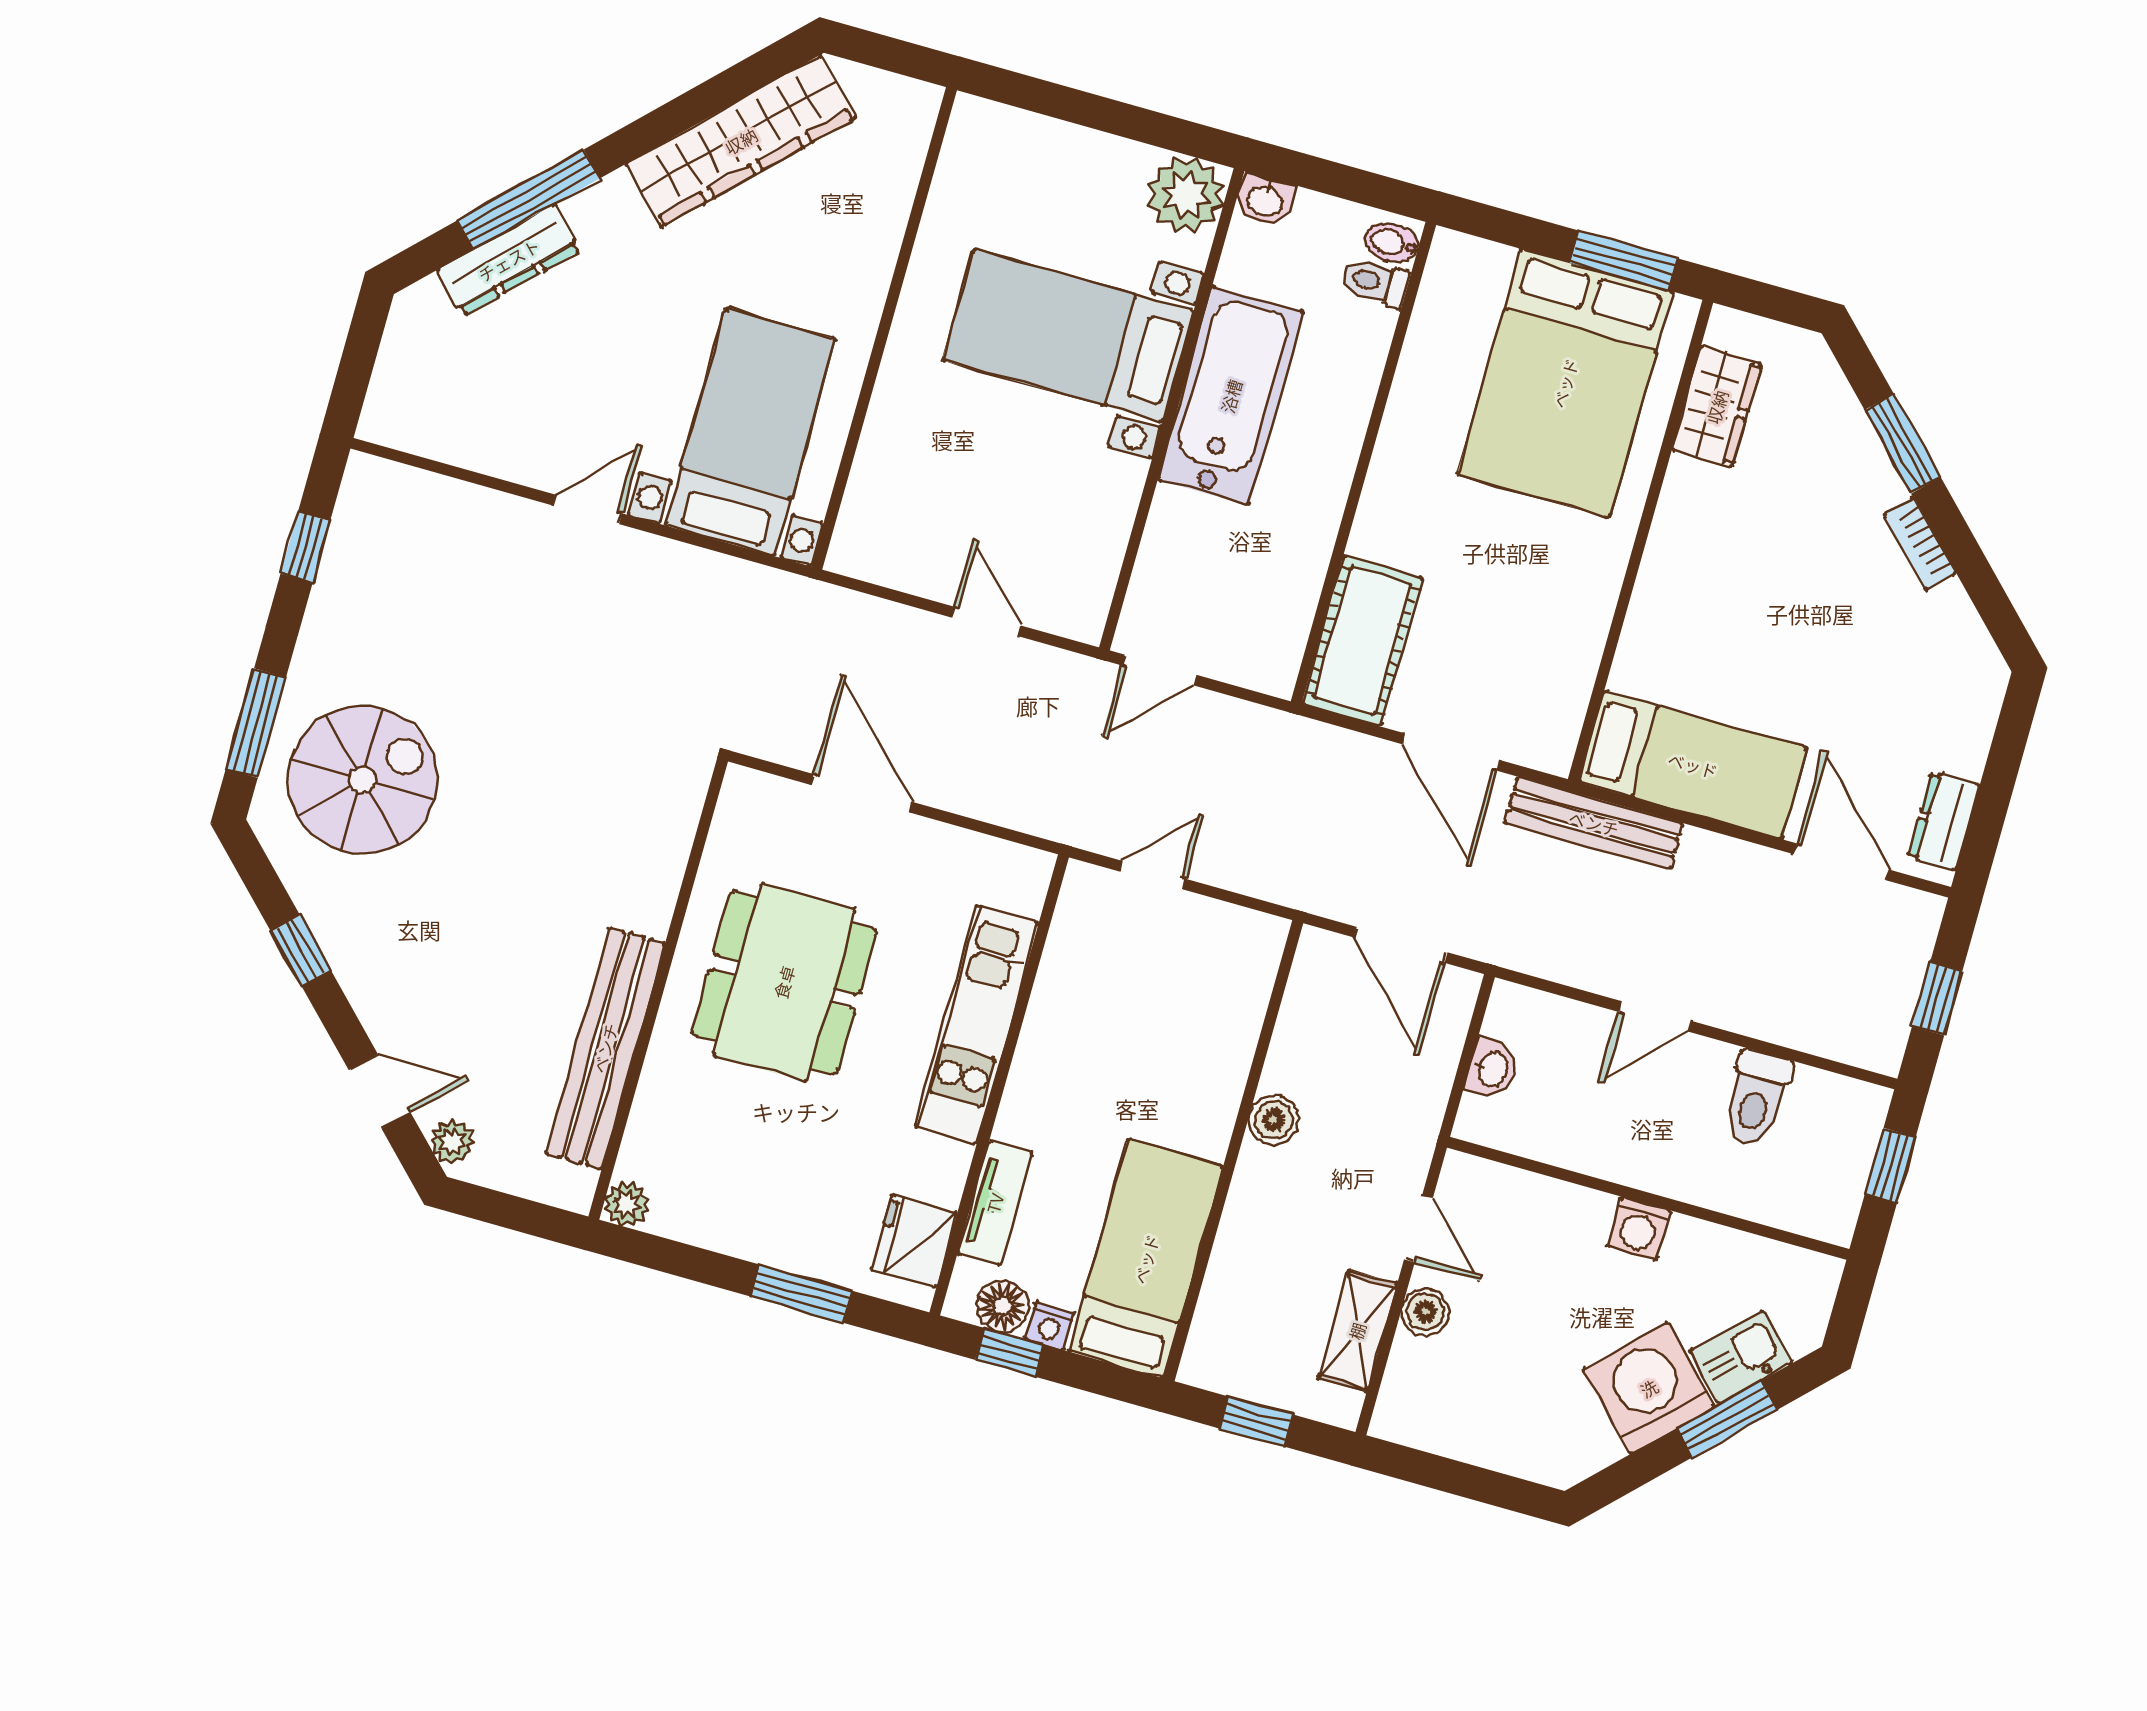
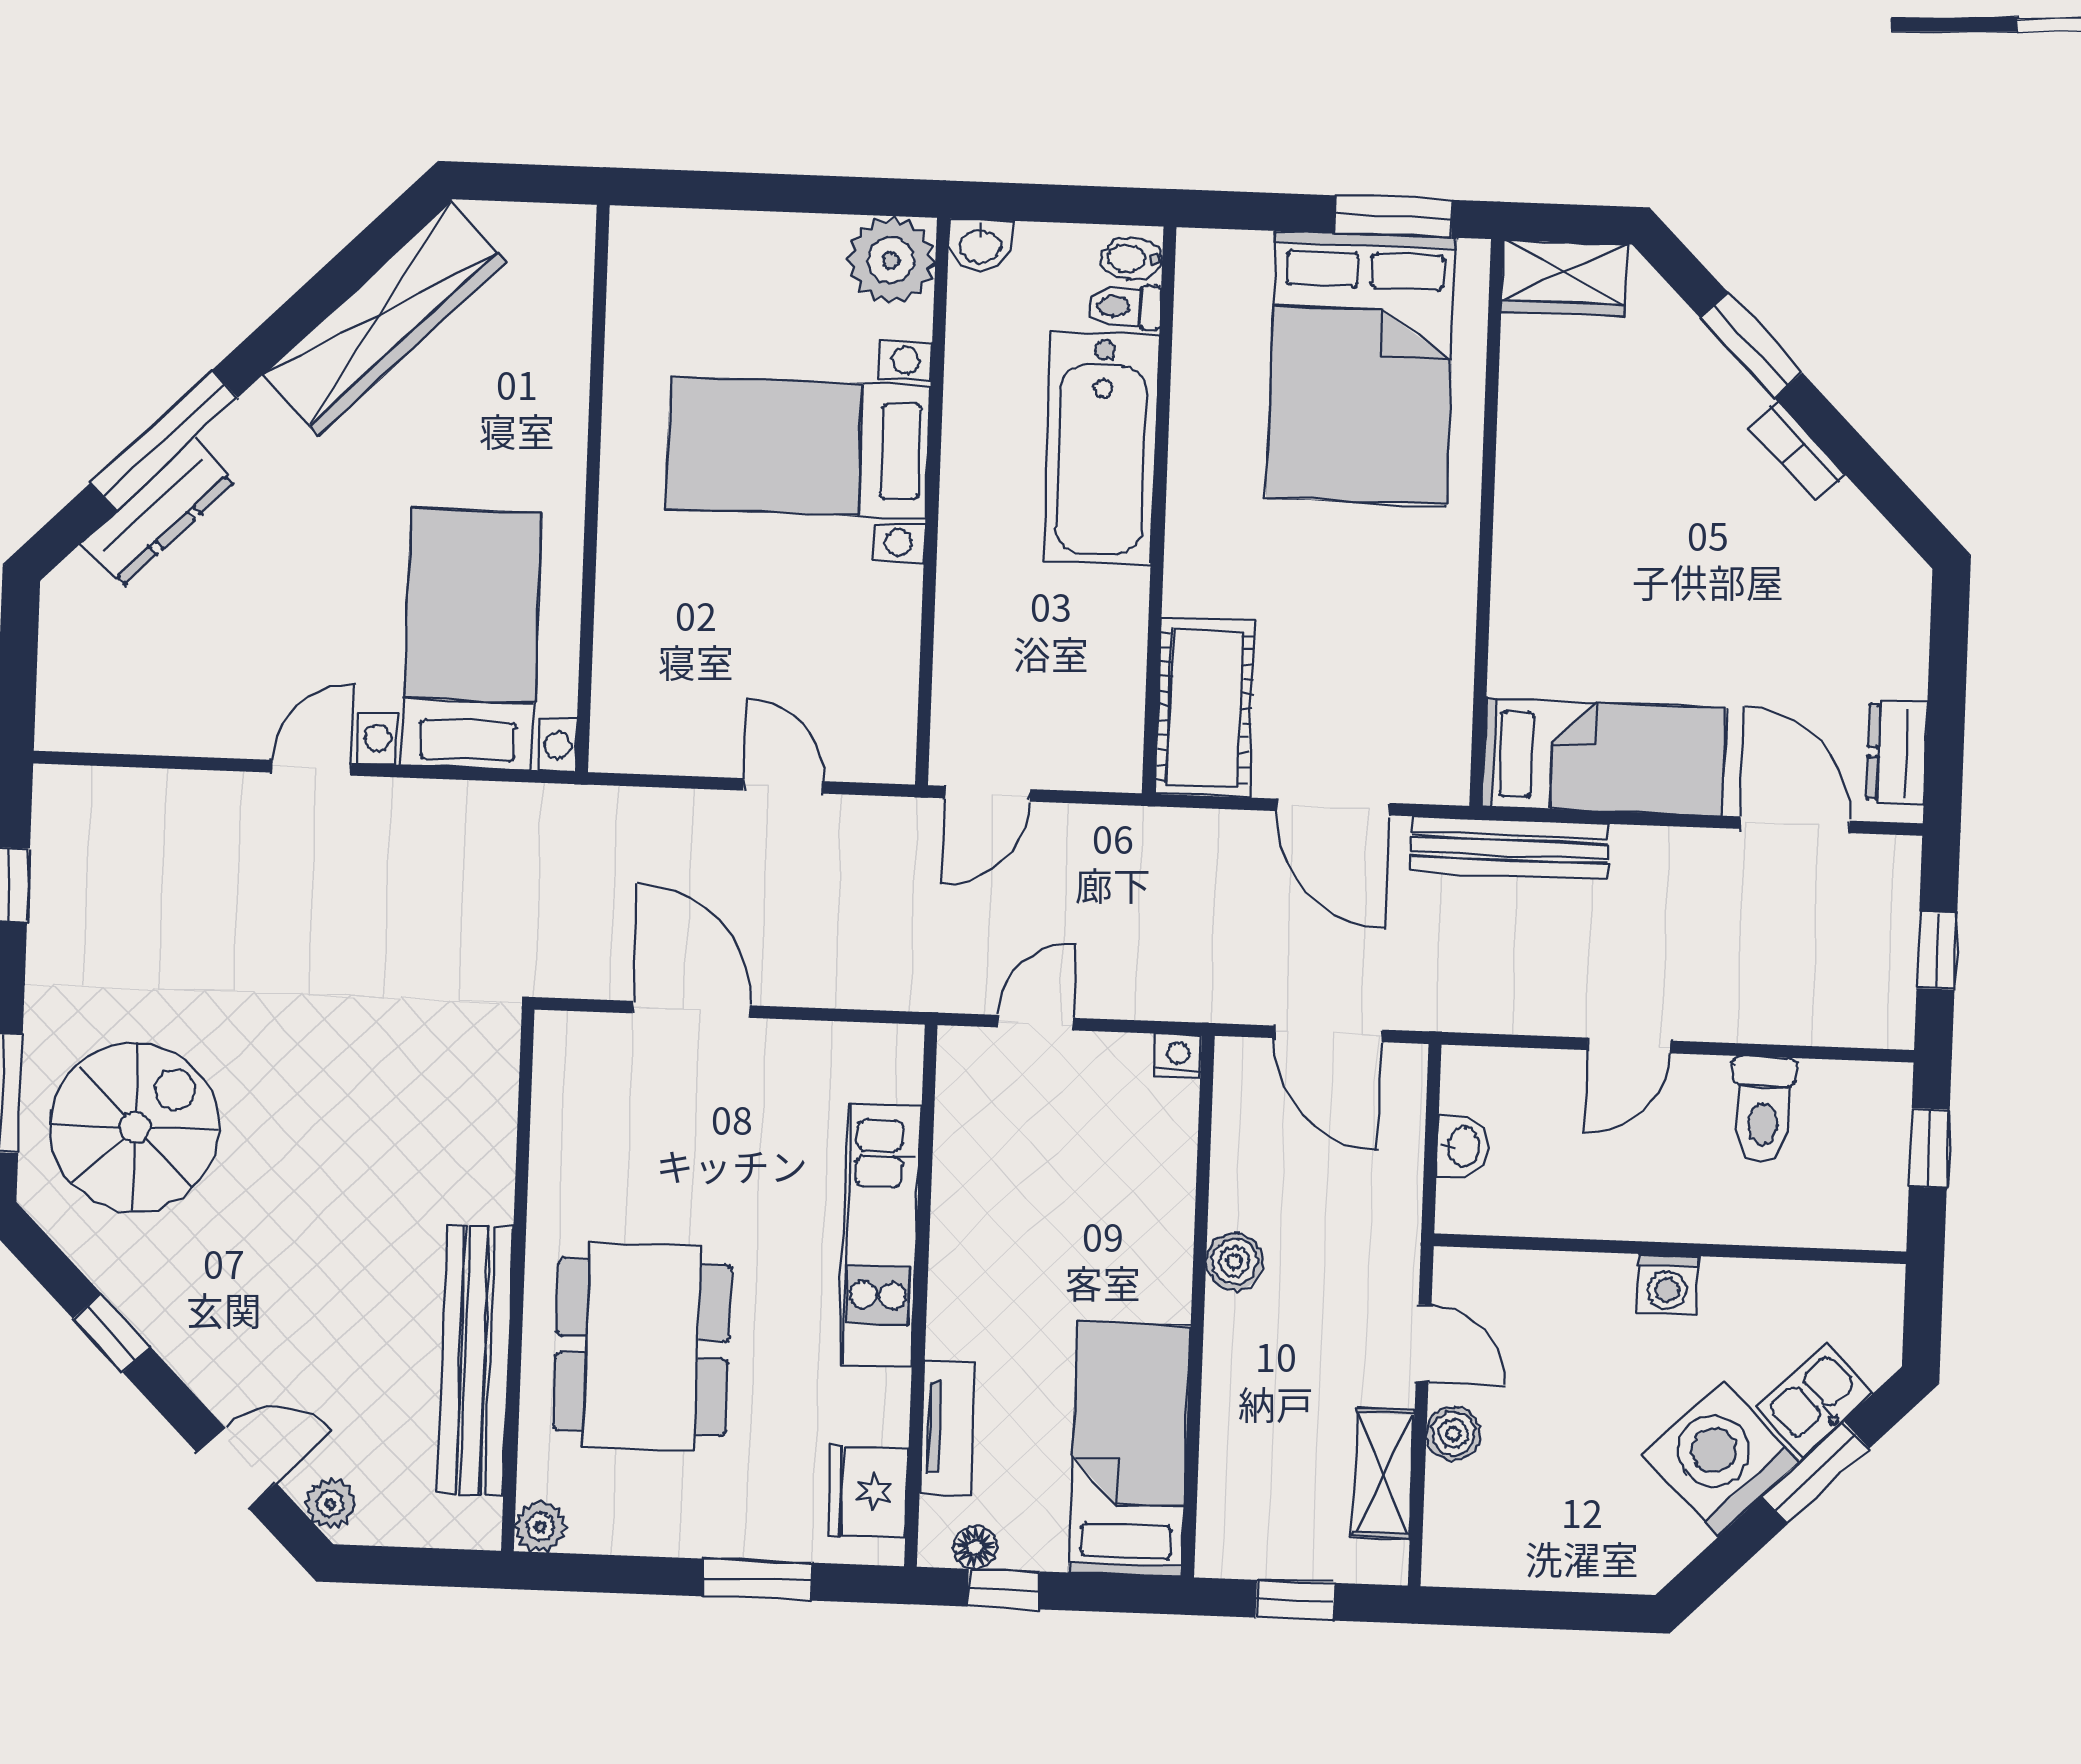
bathtub: (1231, 396) -> (1101, 448), moved, turned 180
wardrobe: (1717, 407) -> (1564, 278), moved, turned 90
dining table: (784, 982) -> (642, 1347), moved
floor lamp: (1002, 1306) -> (975, 1548), width x0.73, depth x0.73
nightstand: (1049, 1326) -> (1178, 1056), moved, turned 180

